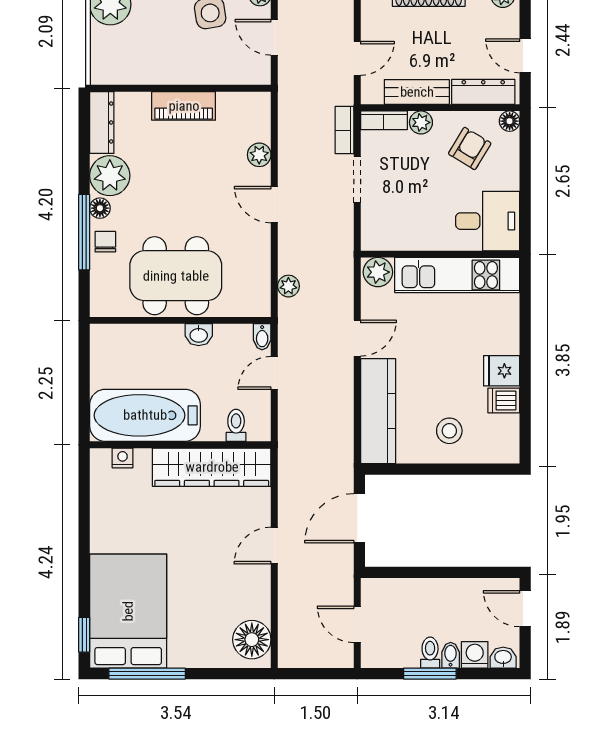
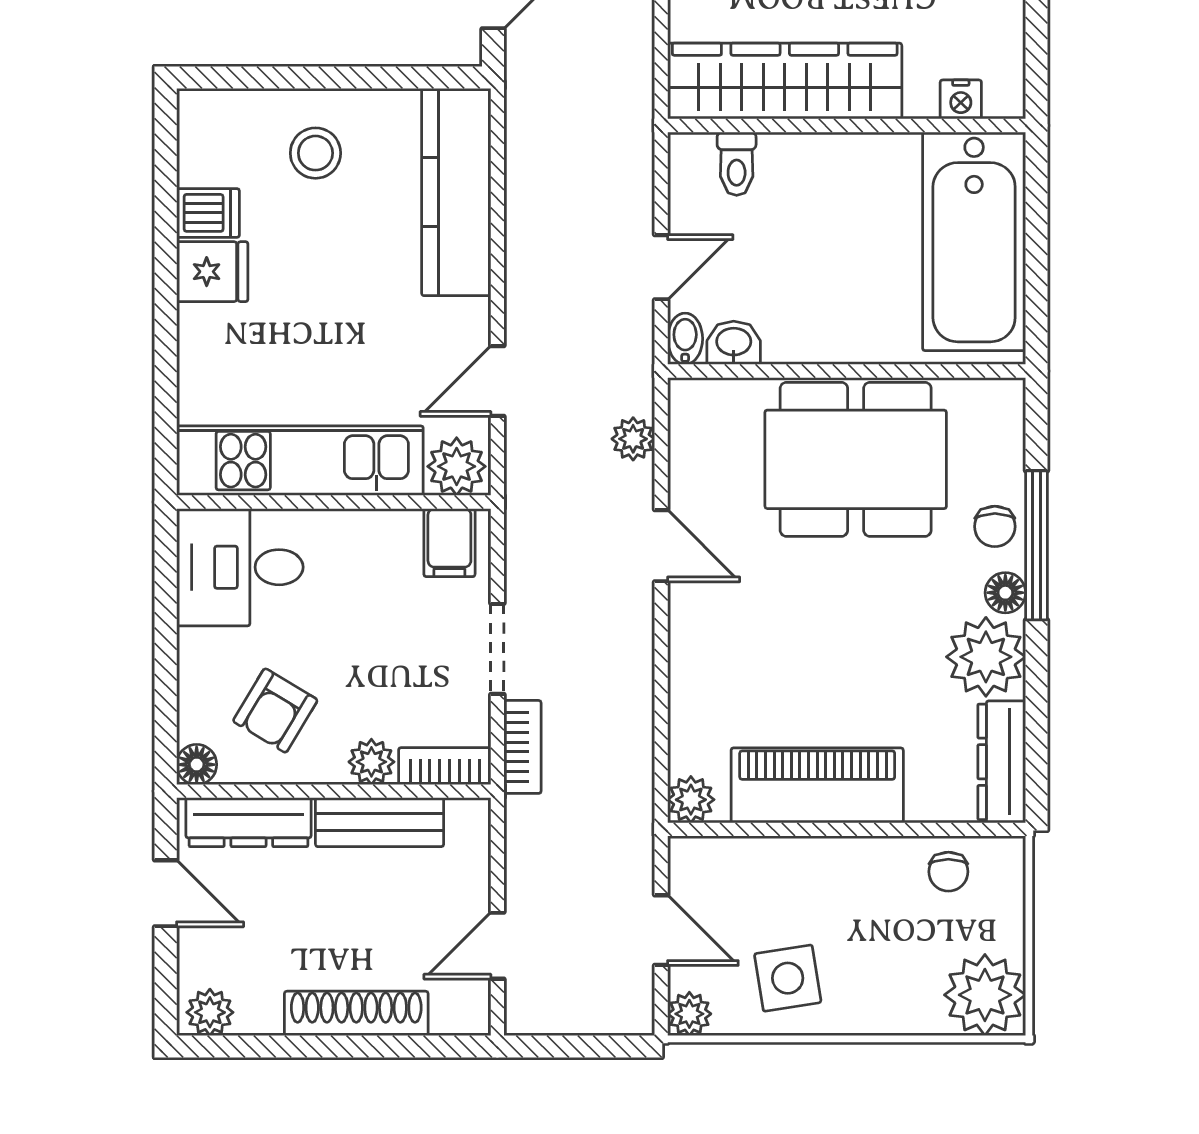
door: (357, 58) -> (497, 946), moved
chair: (129, 67) -> (948, 872), added
piano: (184, 106) -> (817, 785), width x1.37, depth x1.33
plant: (259, 155) -> (691, 800), moved
door: (274, 205) -> (661, 546), moved
filing cabinet: (381, 234) -> (449, 543), added
washbasin: (199, 335) -> (734, 343), moved
door: (357, 338) -> (497, 381), moved
bathtub: (145, 415) -> (974, 241), moved, turned 90

